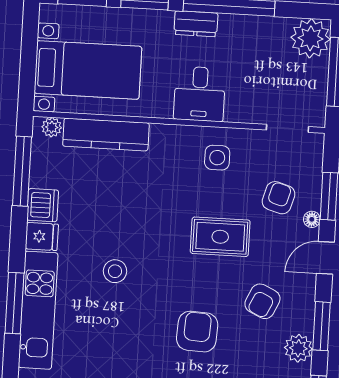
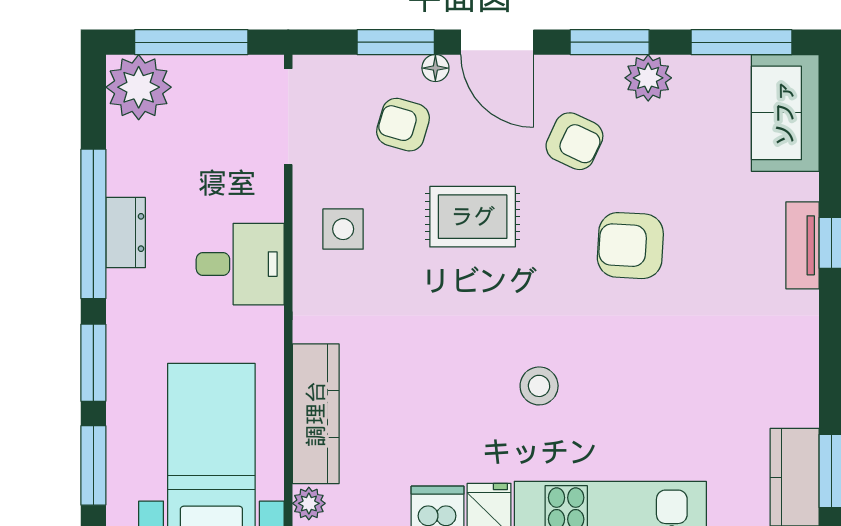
dresser: (196, 24) -> (126, 233), moved
doorway: (287, 128) -> (288, 117), width x1.38
rug: (220, 237) -> (473, 217), turned 90
door: (325, 258) -> (497, 42), width x1.38

